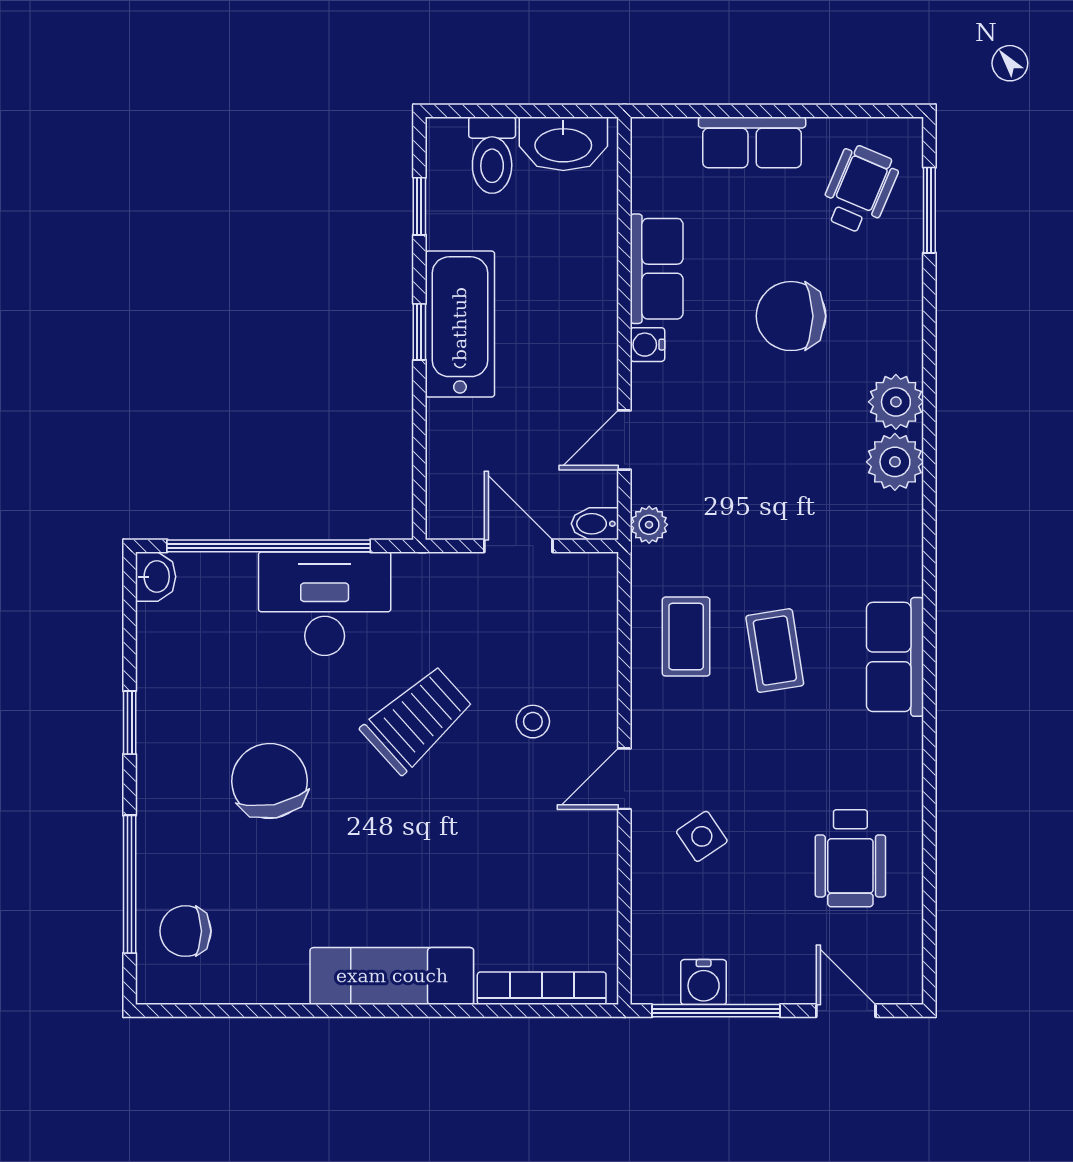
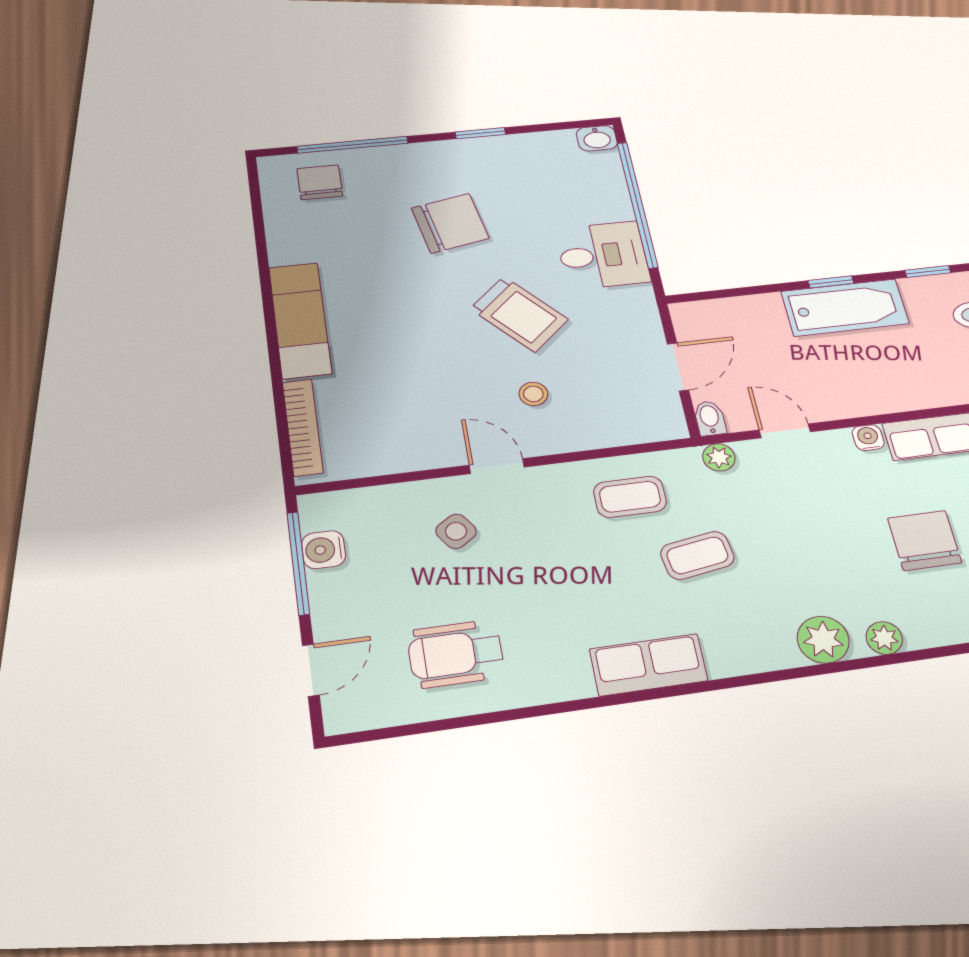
plant: (896, 402) -> (884, 638), width x0.73, depth x0.73
desk: (325, 604) -> (603, 255), width x0.73
coffee table: (775, 651) -> (697, 555), moved

